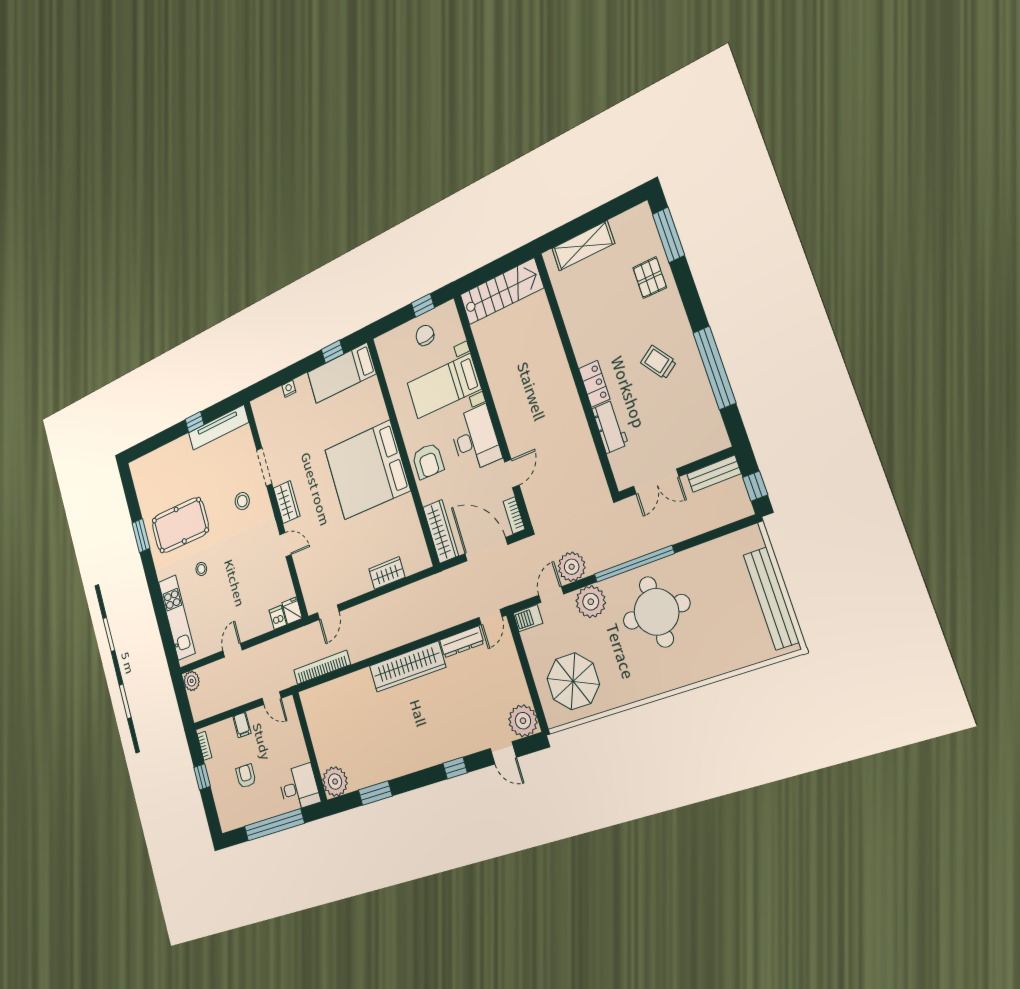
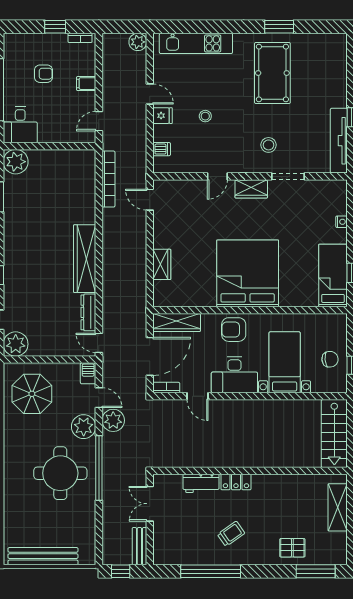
stool: (201, 569) -> (205, 116), moved
fridge: (292, 610) -> (163, 116), moved

